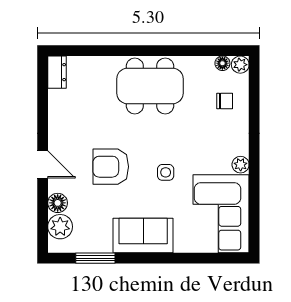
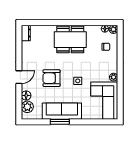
door: (43, 164) -> (19, 77), hinge flipped
sofa: (143, 236) -> (62, 111), width x1.36
window: (95, 258) -> (60, 122), moved

